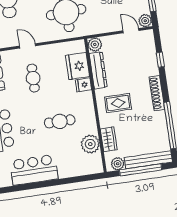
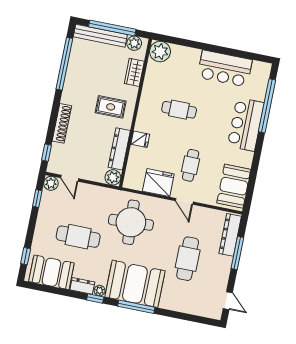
window: (160, 60) -> (46, 153), moved
fridge: (78, 66) -> (158, 183), moved, turned -90
shoe rack: (157, 93) -> (62, 123), moved
plant: (90, 144) -> (160, 52), moved

